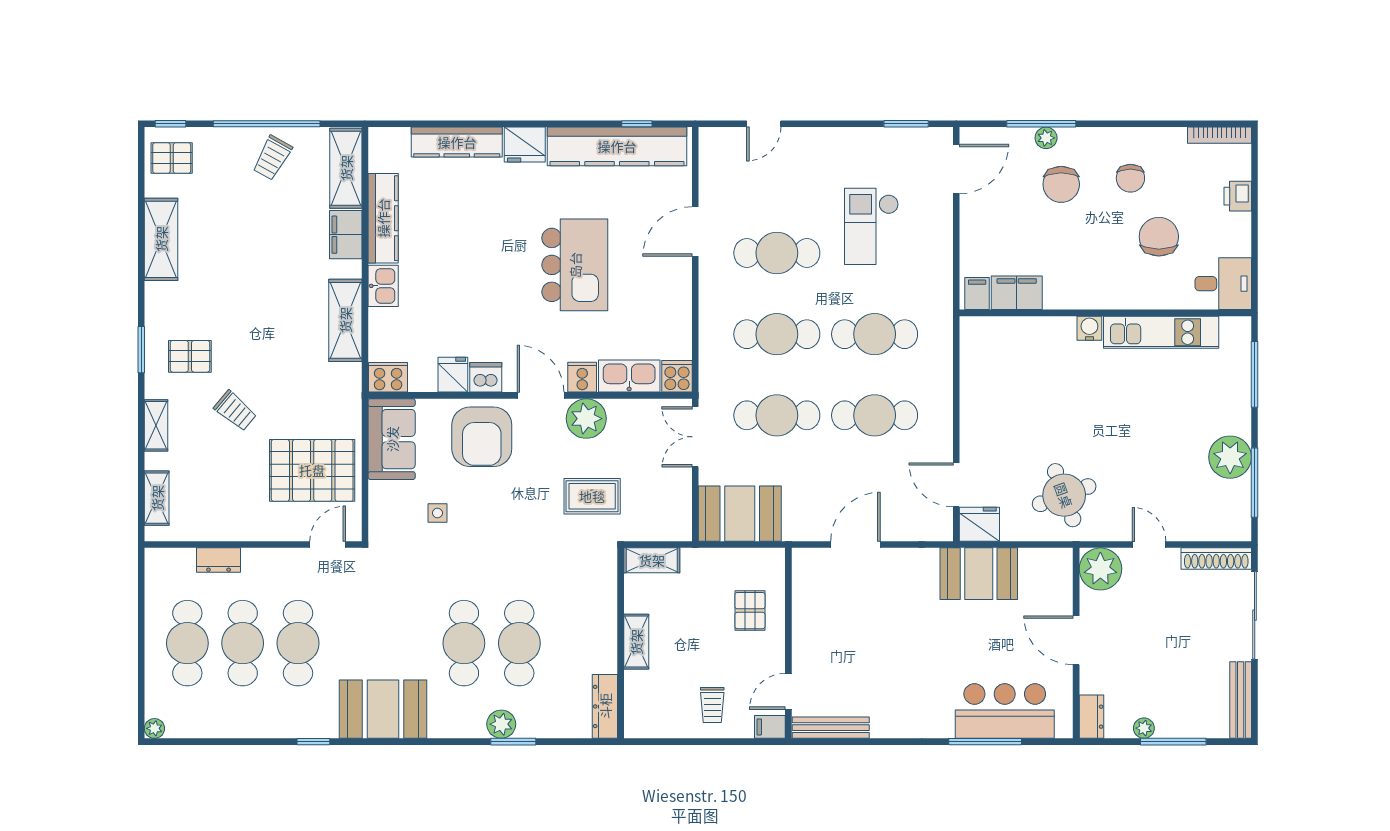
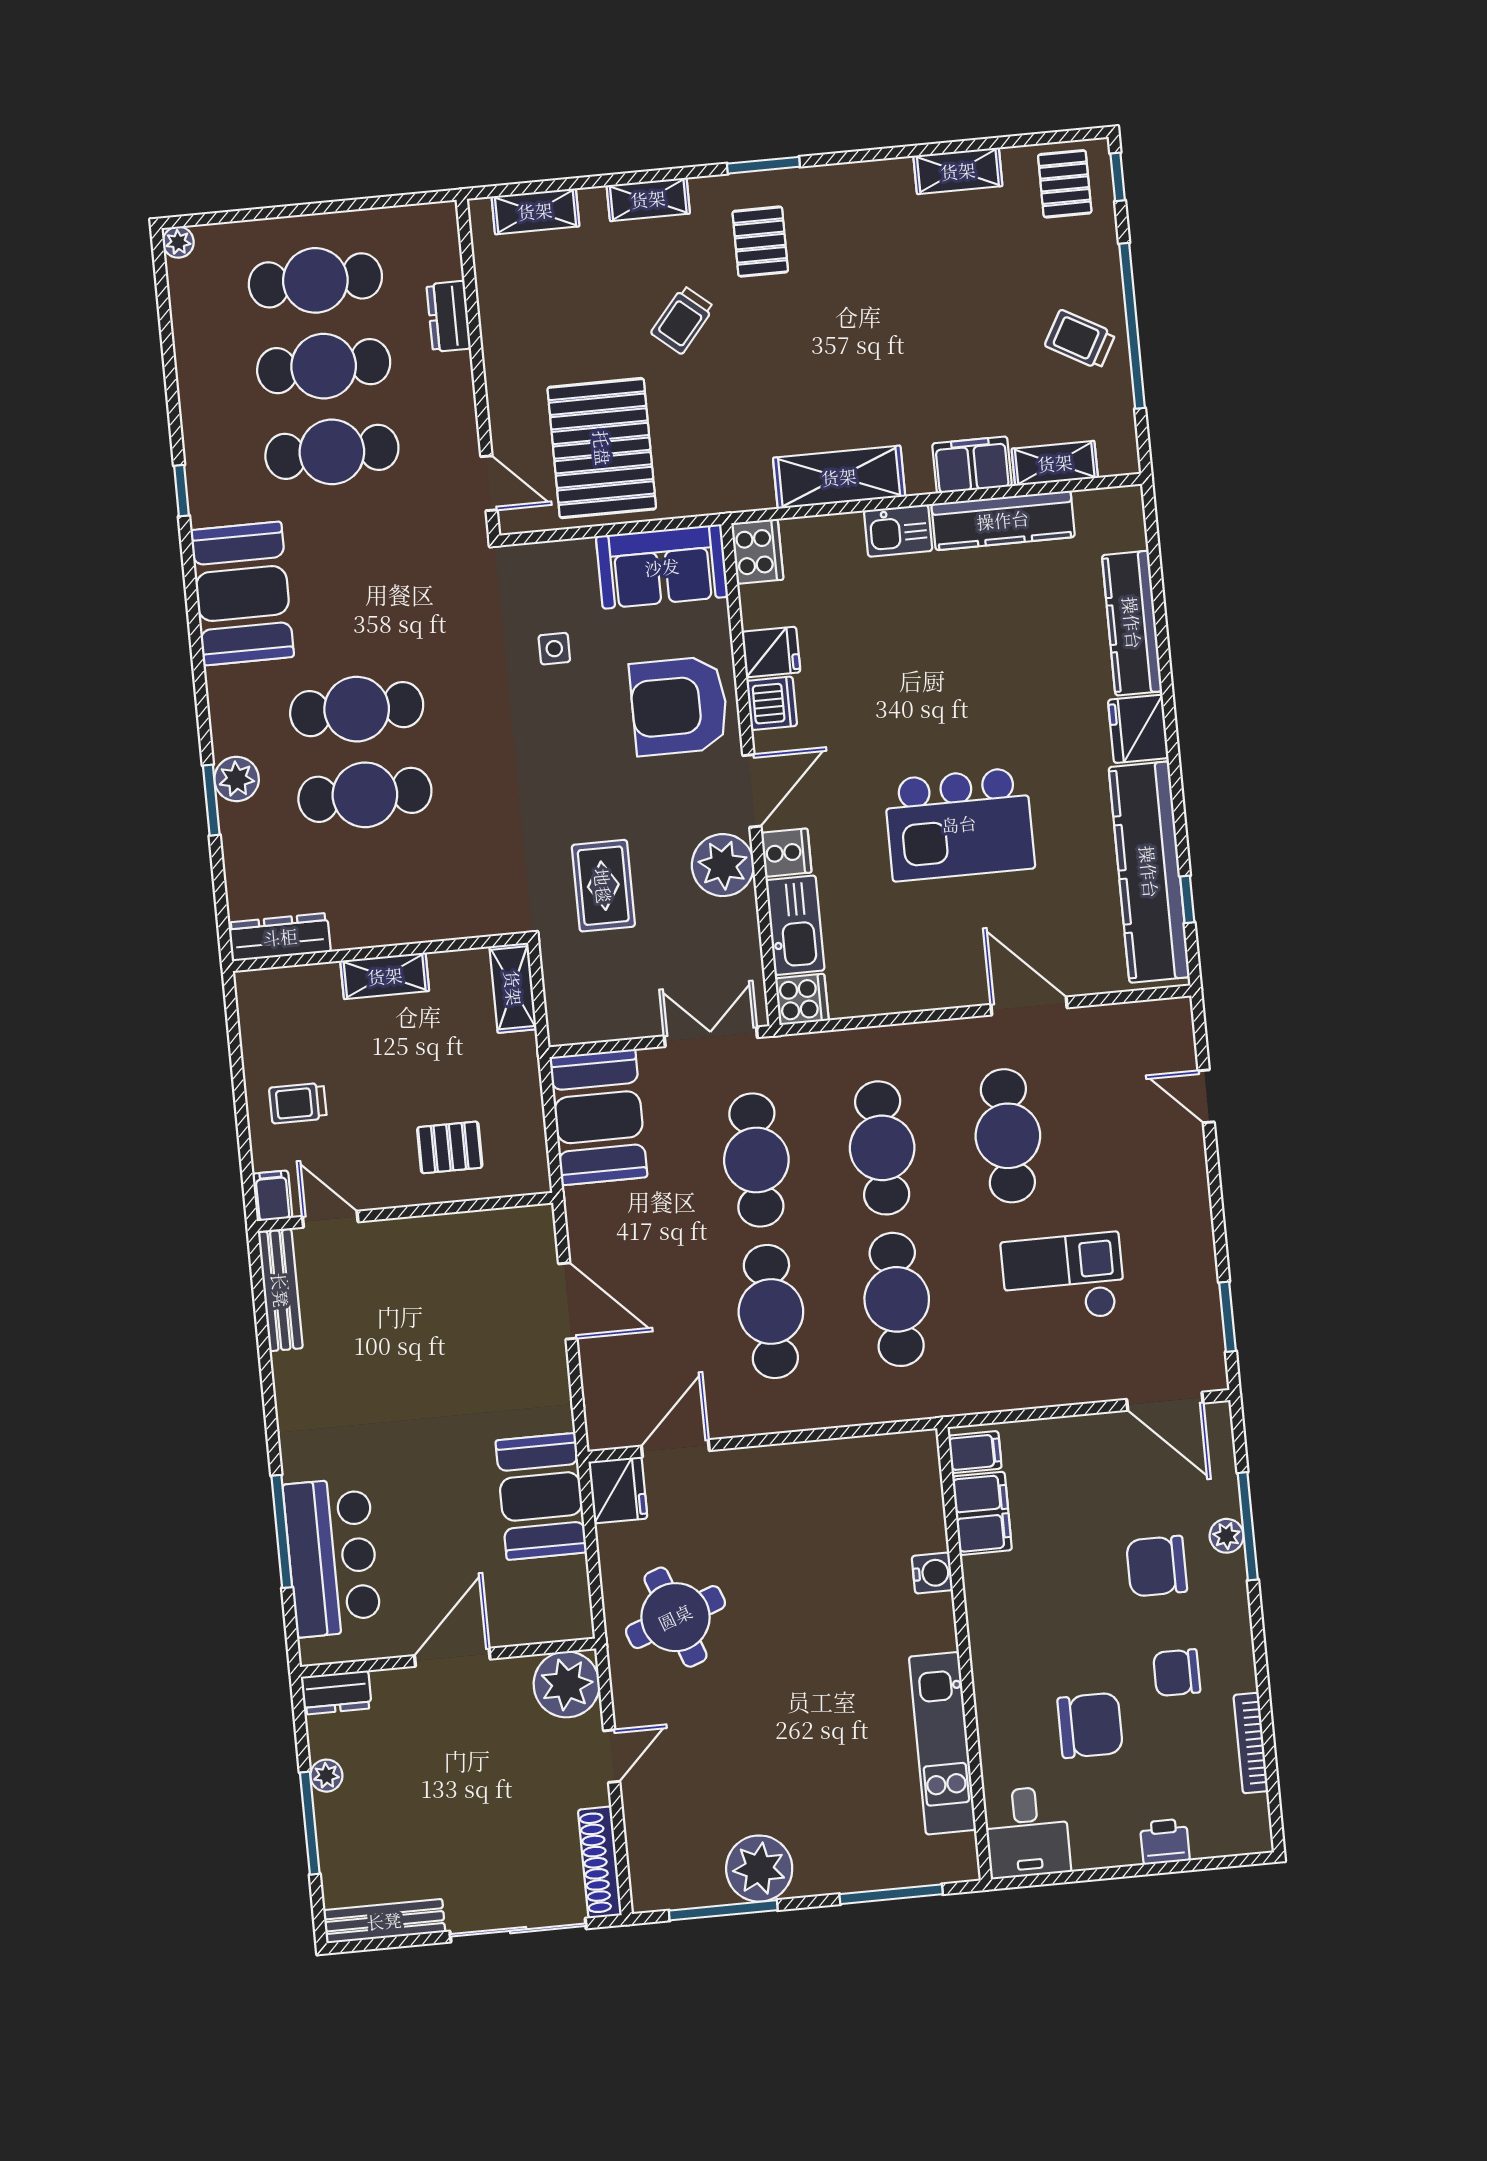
bookcase: (1219, 135) -> (1251, 1743), moved
shelving: (346, 168) -> (1055, 463), width x0.67, depth x0.75
shelving: (161, 239) -> (958, 171), width x0.67, depth x0.75
water cooler: (1089, 328) -> (932, 1573), moved

